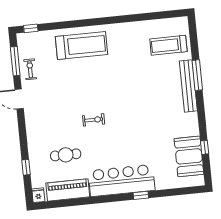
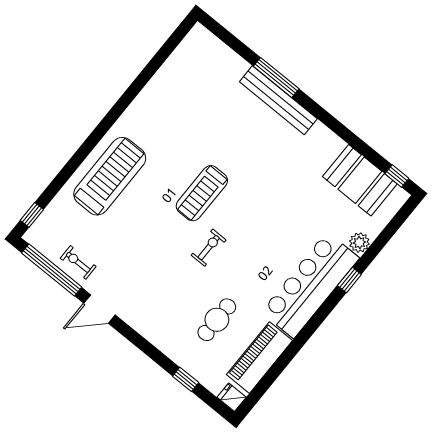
treadmill: (168, 45) -> (202, 193), moved
window: (15, 61) -> (52, 270), width x1.46
window: (205, 147) -> (397, 176), moved
plant: (162, 183) -> (359, 243), added

